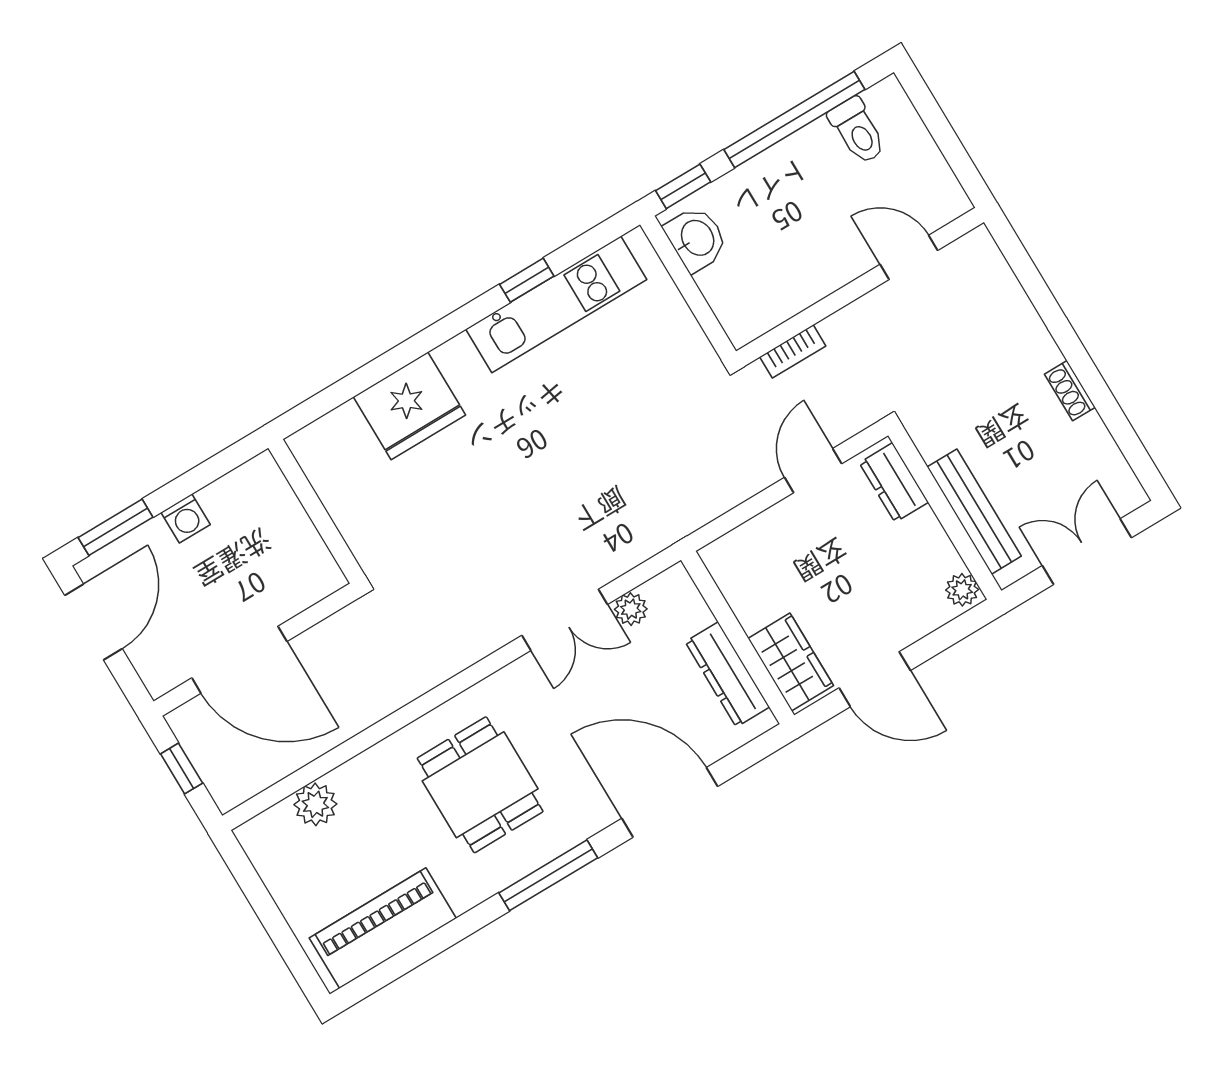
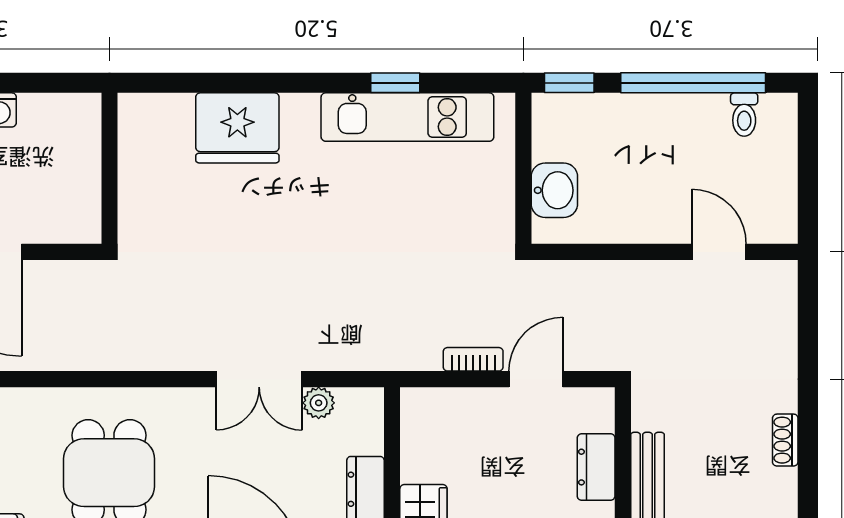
toilet: (857, 131) -> (744, 115), width x0.73, depth x0.72
washbasin: (696, 239) -> (554, 190), moved
bookcase: (793, 351) -> (473, 359), moved, turned 180
dresser: (894, 483) -> (596, 467), moved

